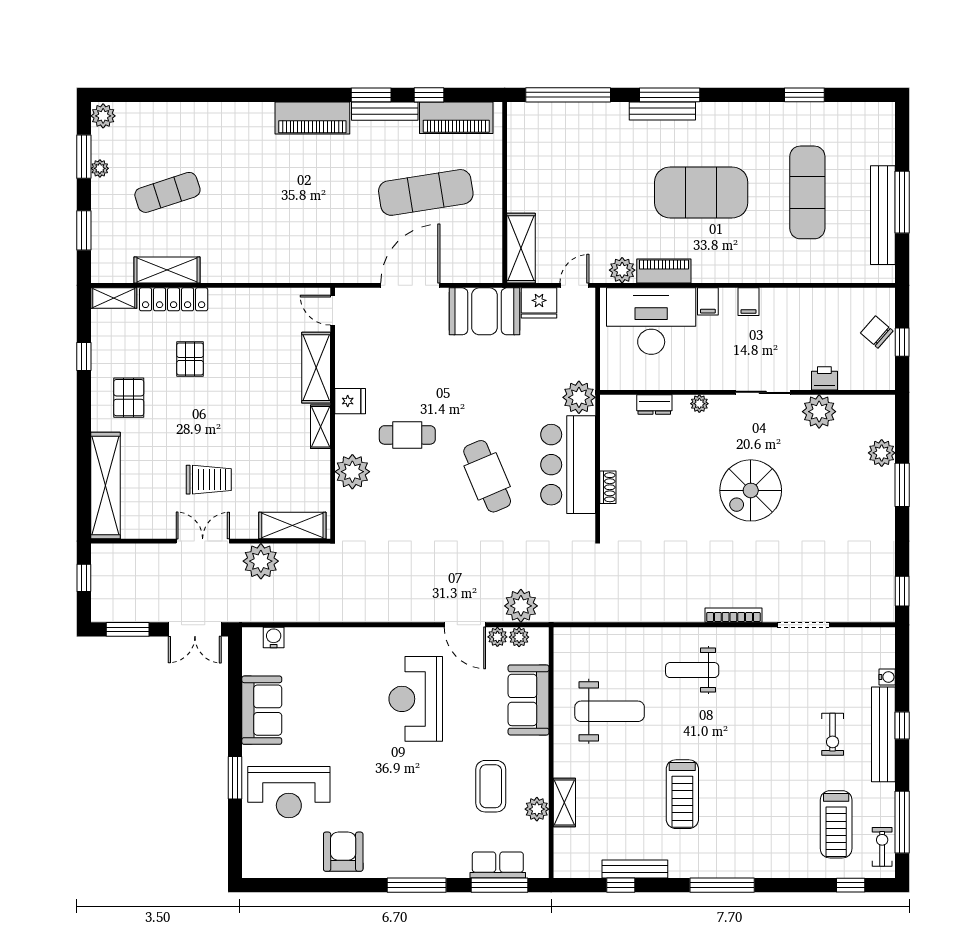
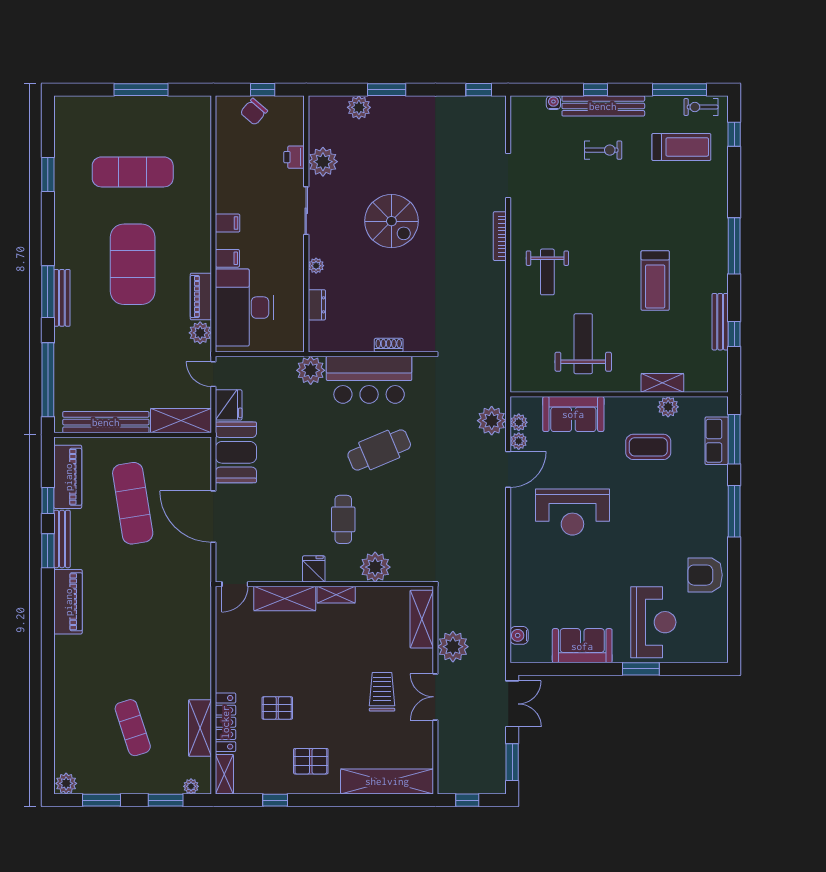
plant: (100, 168) -> (191, 786), moved
bench: (883, 215) -> (106, 422), moved
treadmill: (682, 794) -> (655, 280), turned 90

